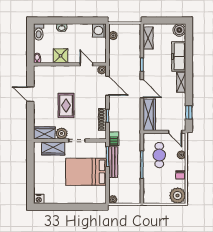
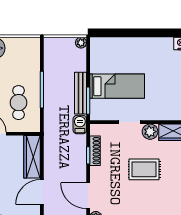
door: (142, 89) -> (42, 192), hinge flipped
rug: (66, 105) -> (144, 169), turned 90
wardrobe: (53, 148) -> (161, 112), removed
bed: (86, 172) -> (117, 86), width x0.67

